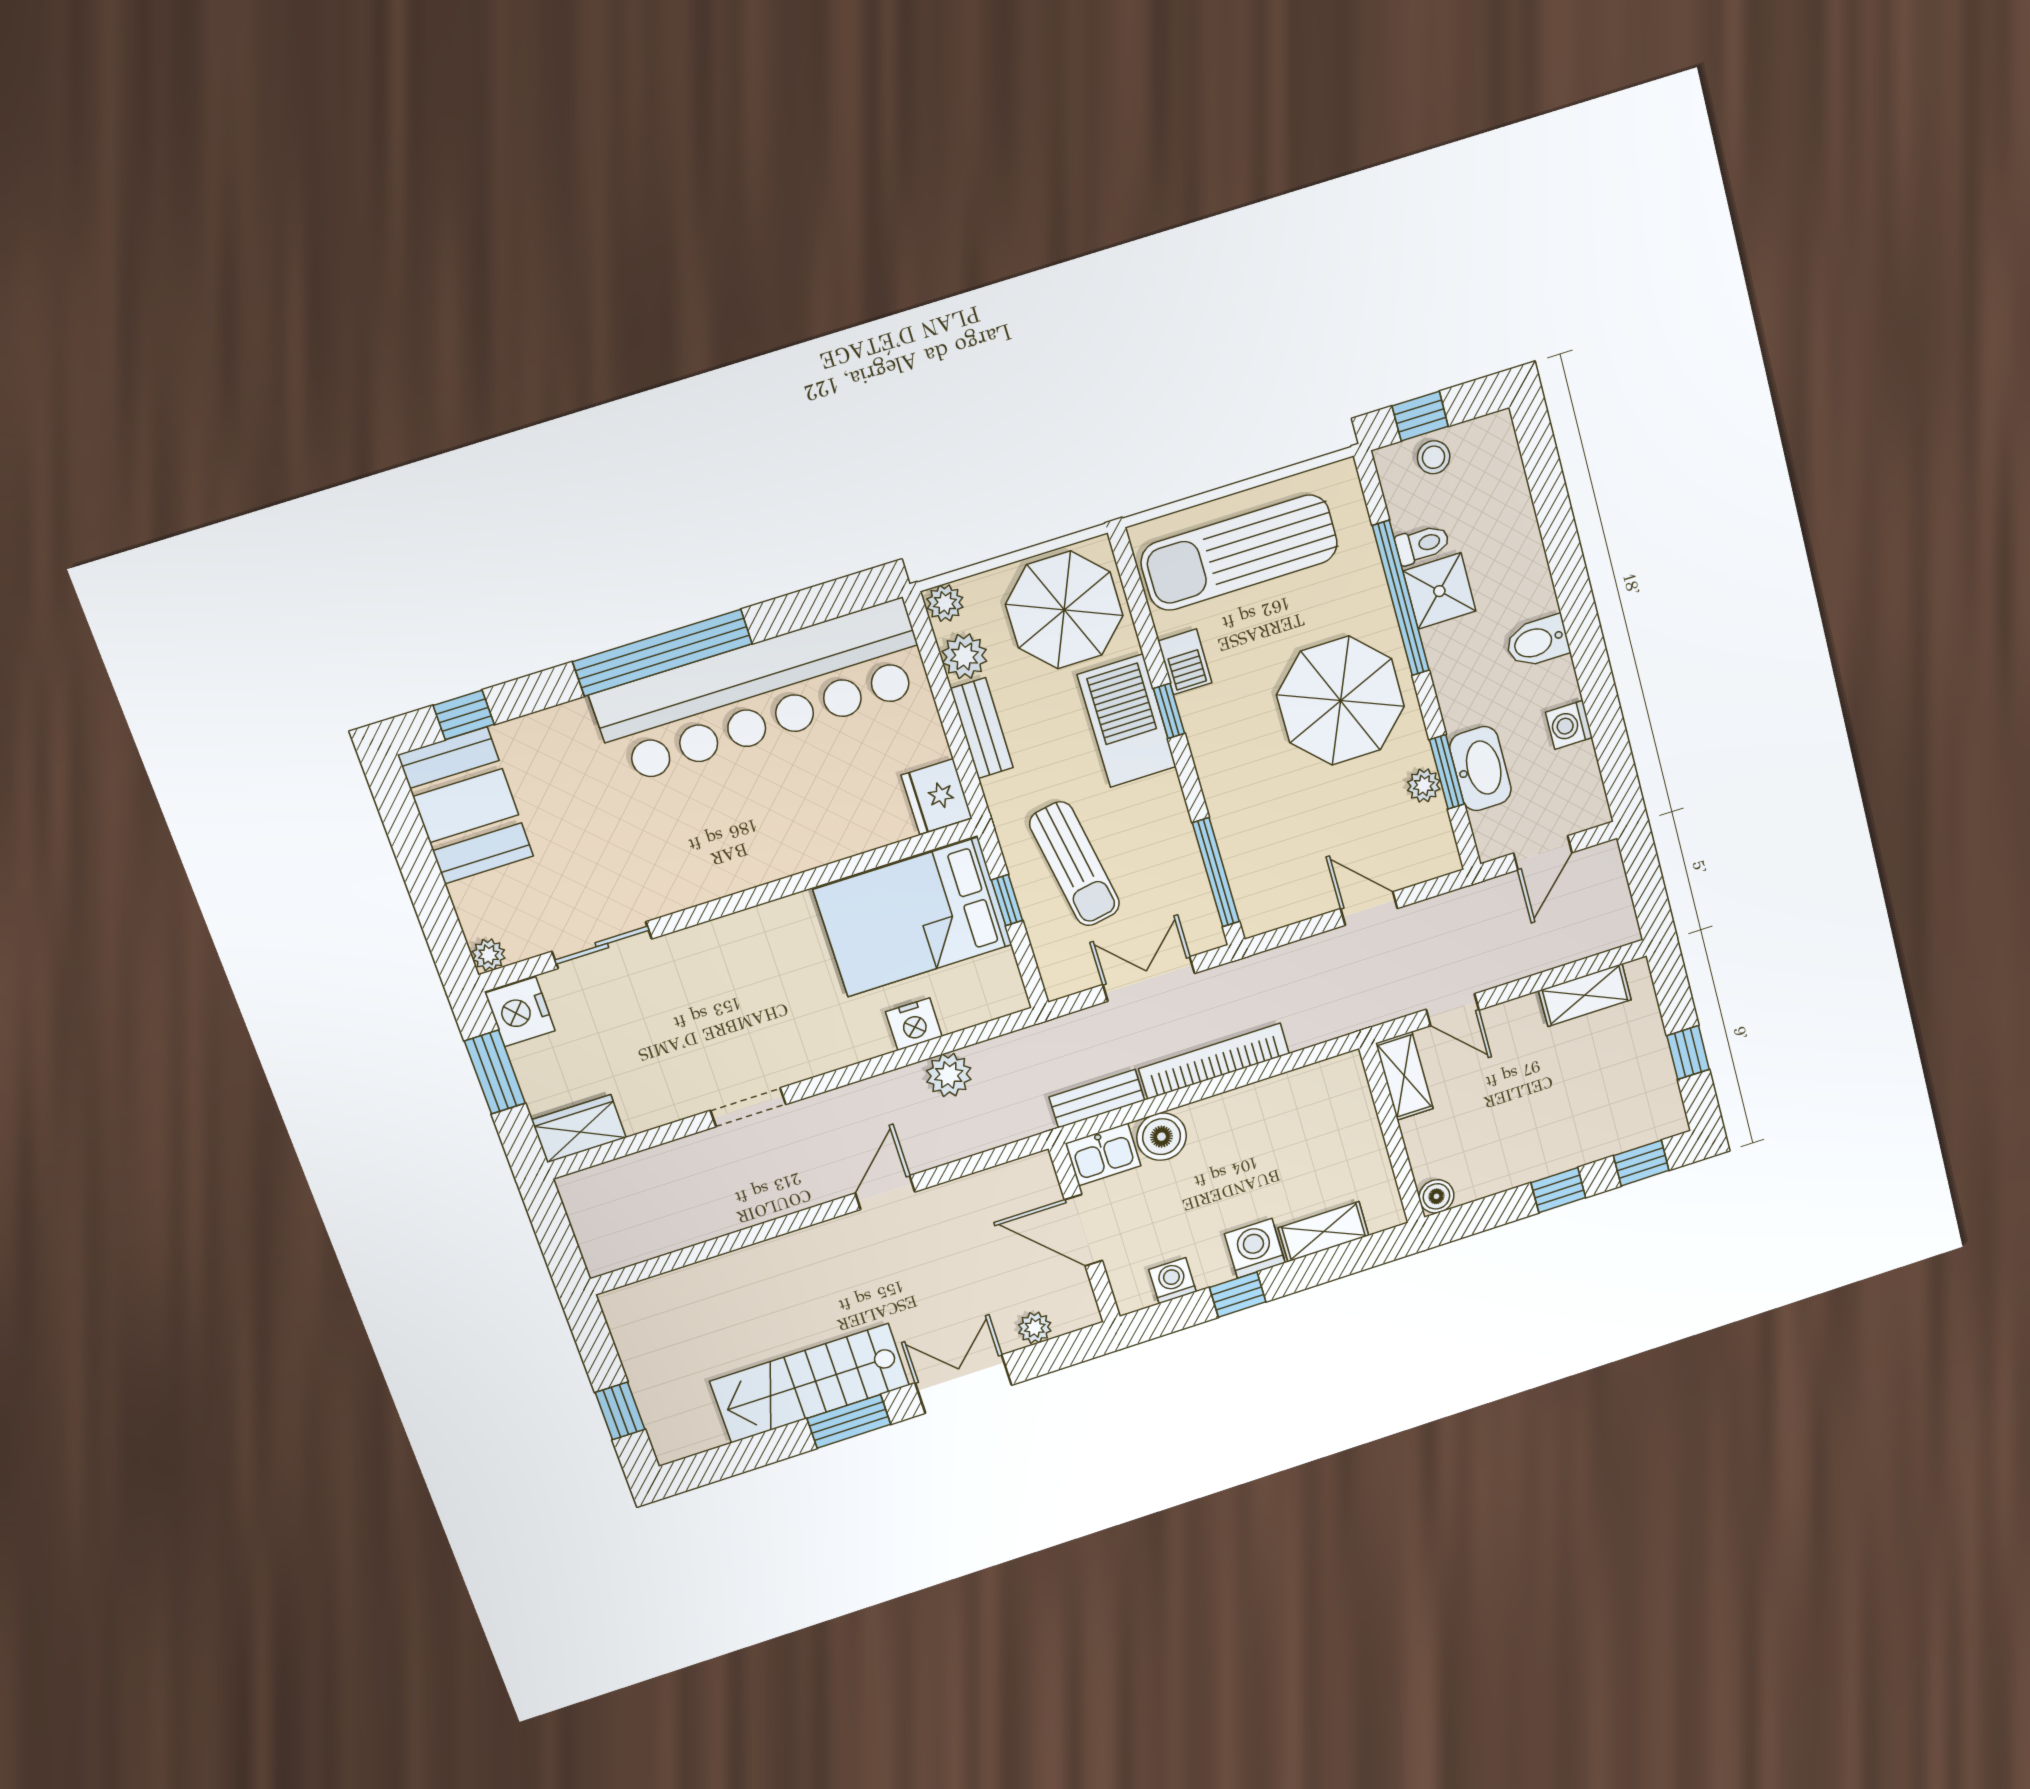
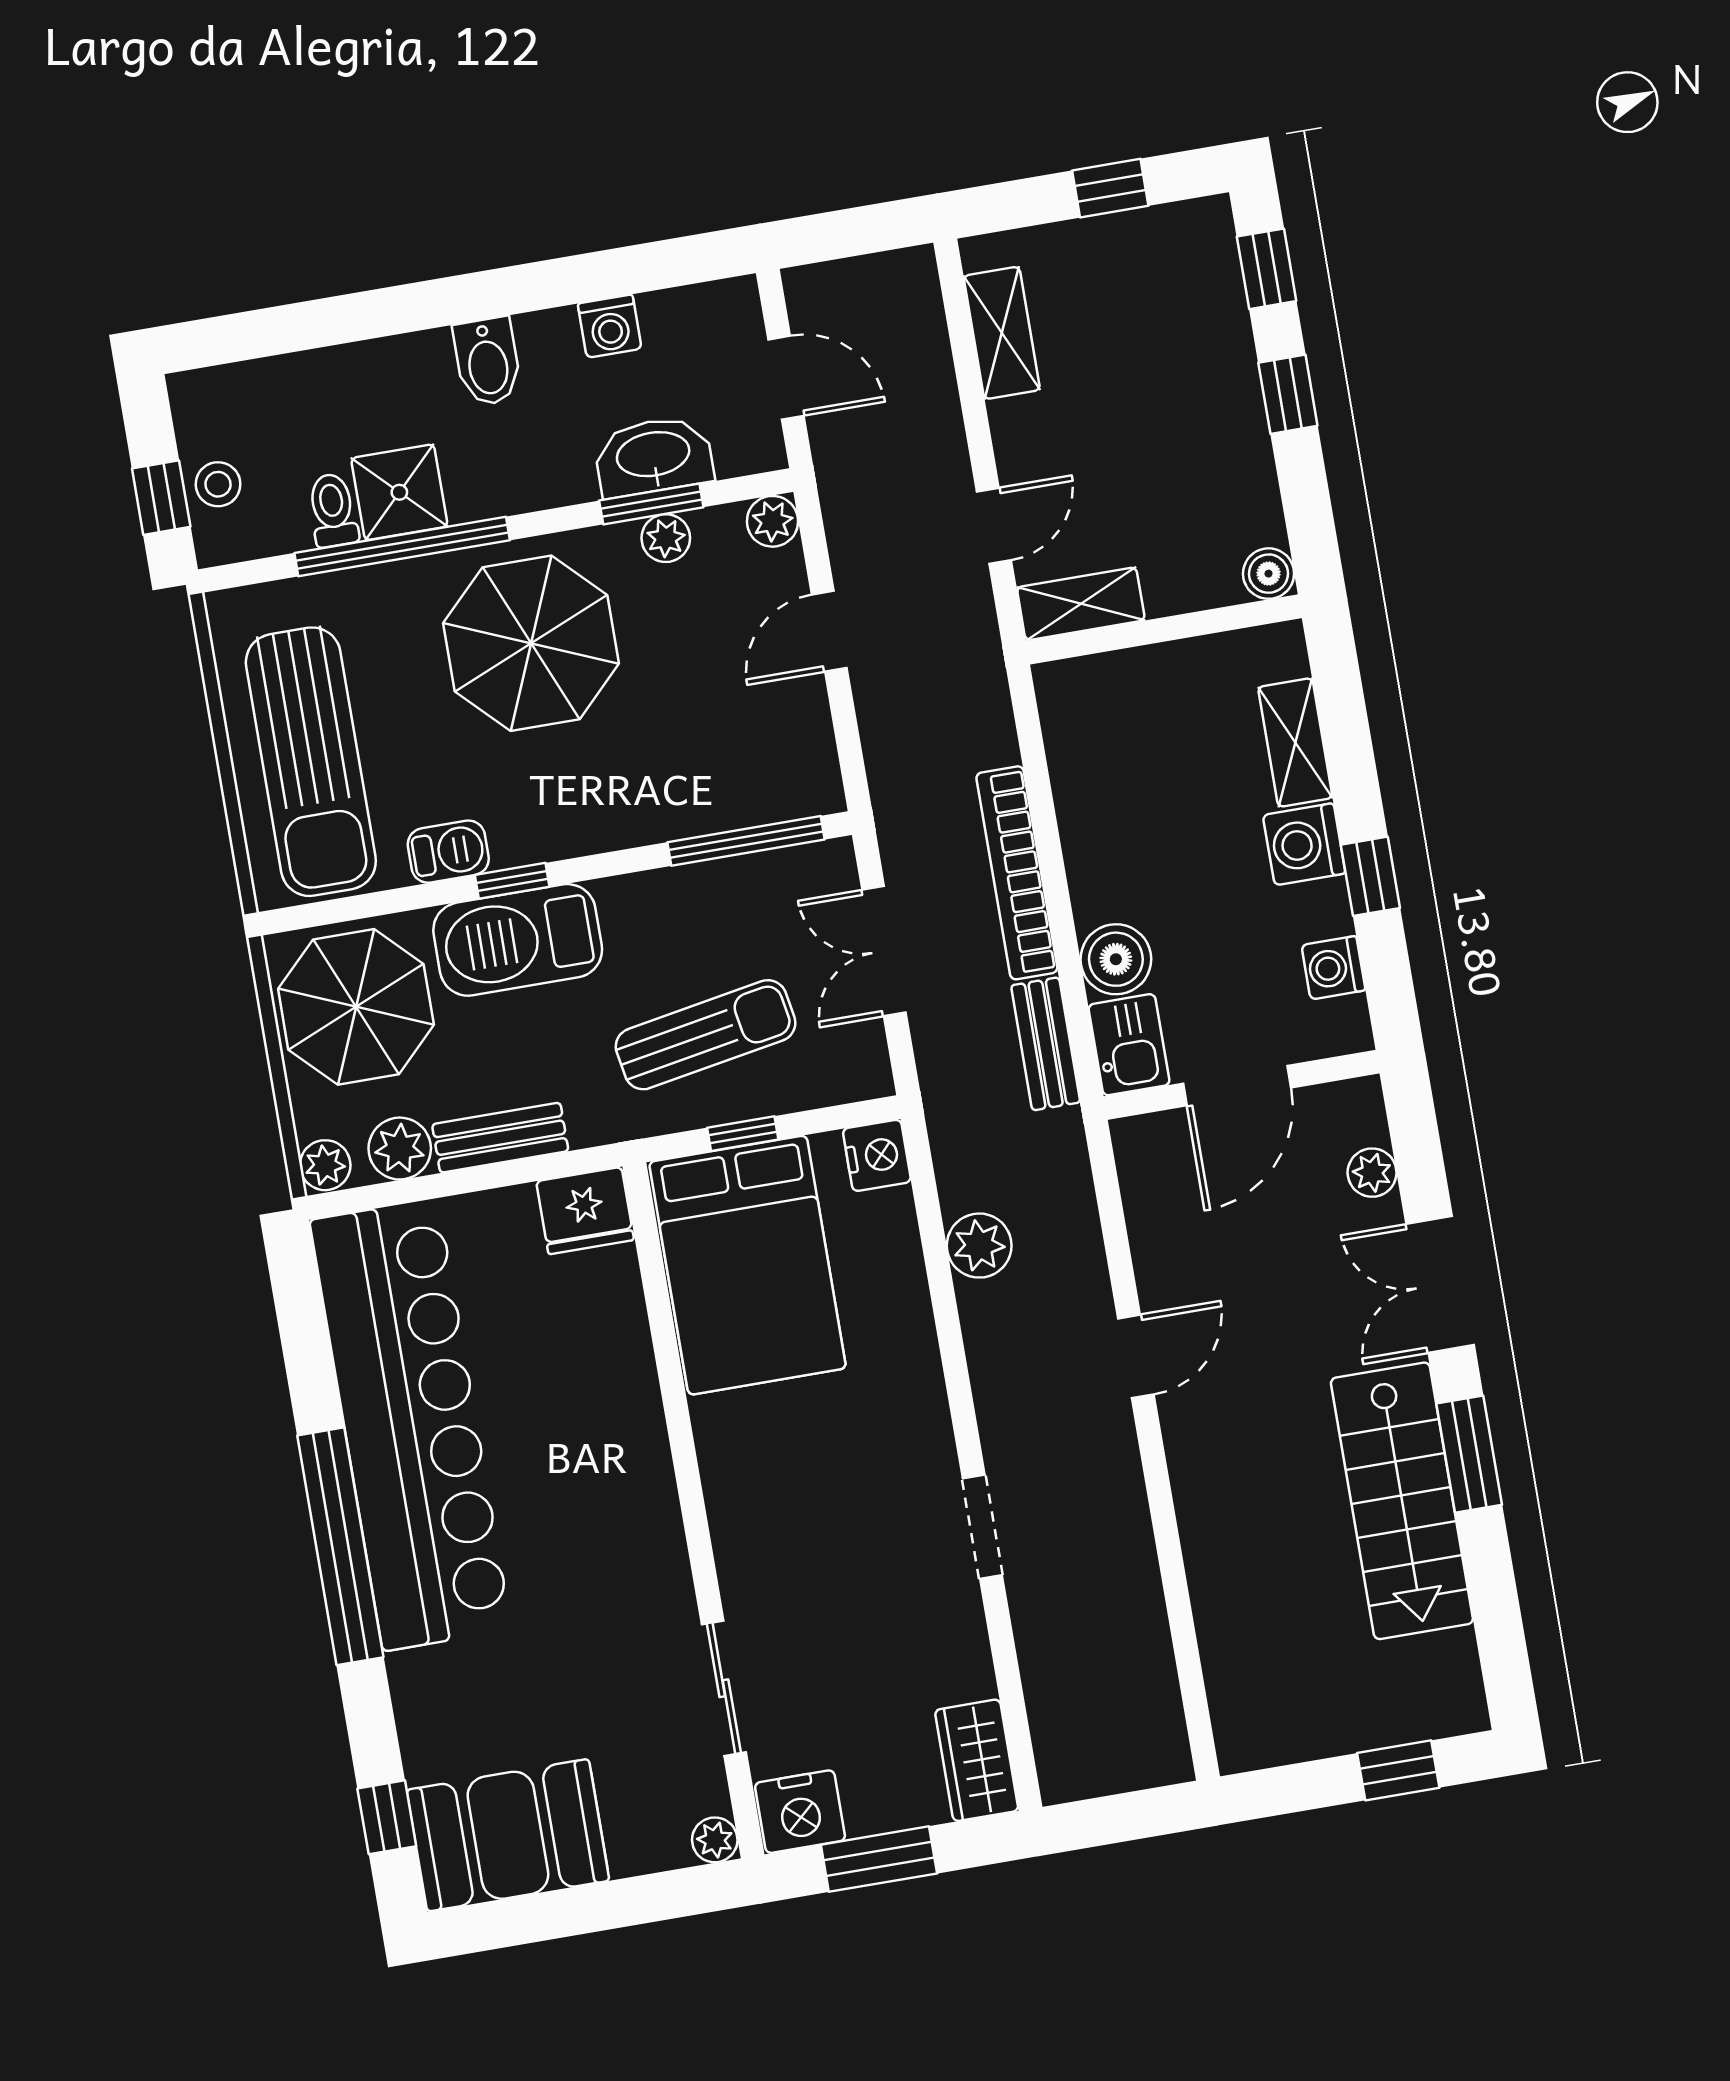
plant: (1442, 858) -> (772, 521), added
nightstand: (914, 1024) -> (877, 1155), moved
door: (885, 1193) -> (1136, 1356), swing flipped

